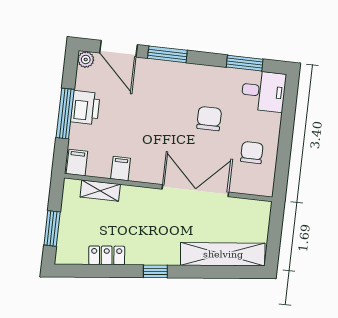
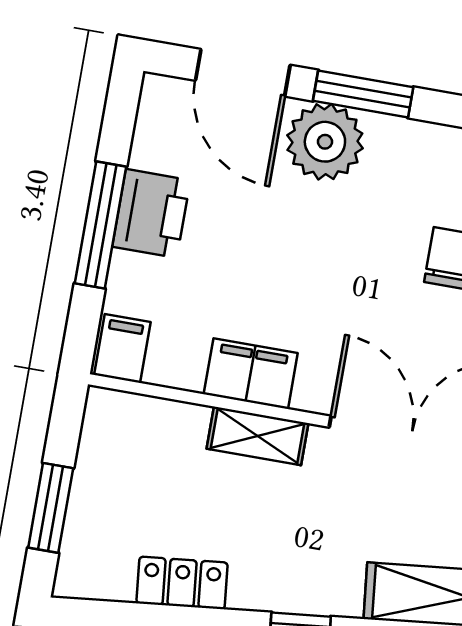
plant: (86, 59) -> (325, 142), moved, width x1.87, depth x1.87
filing cabinet: (121, 169) -> (251, 374), width x2.00
shelving: (100, 191) -> (258, 436), moved

